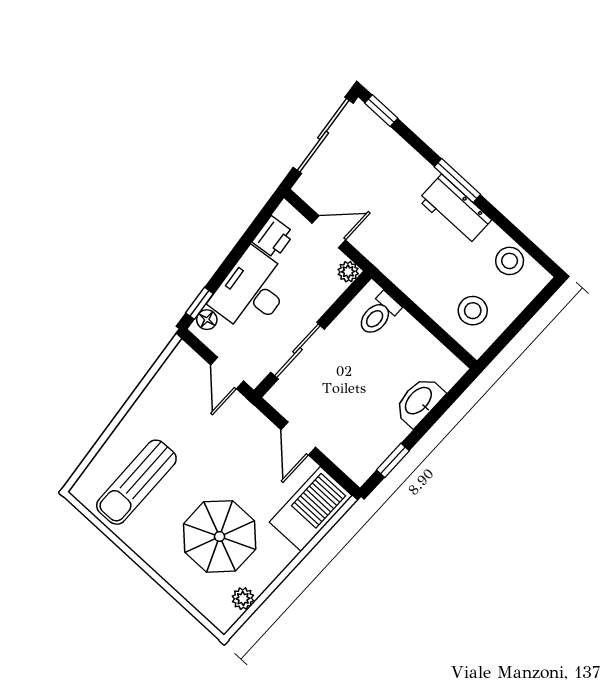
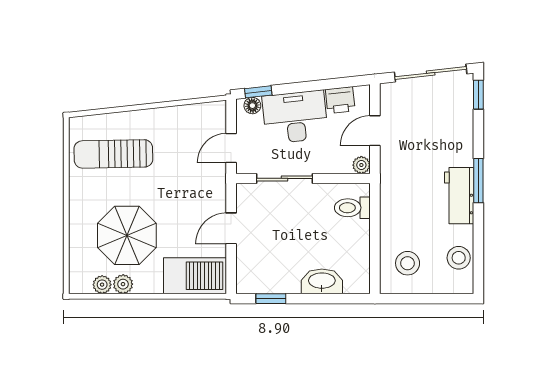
door: (329, 232) -> (375, 131), swing flipped
plant: (260, 580) -> (123, 284), added

